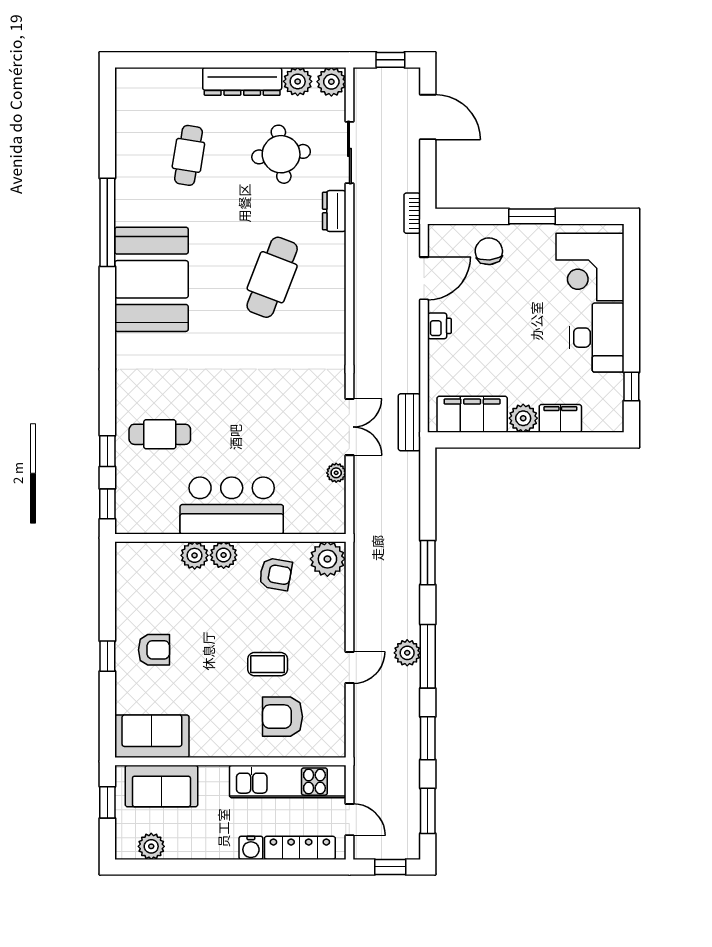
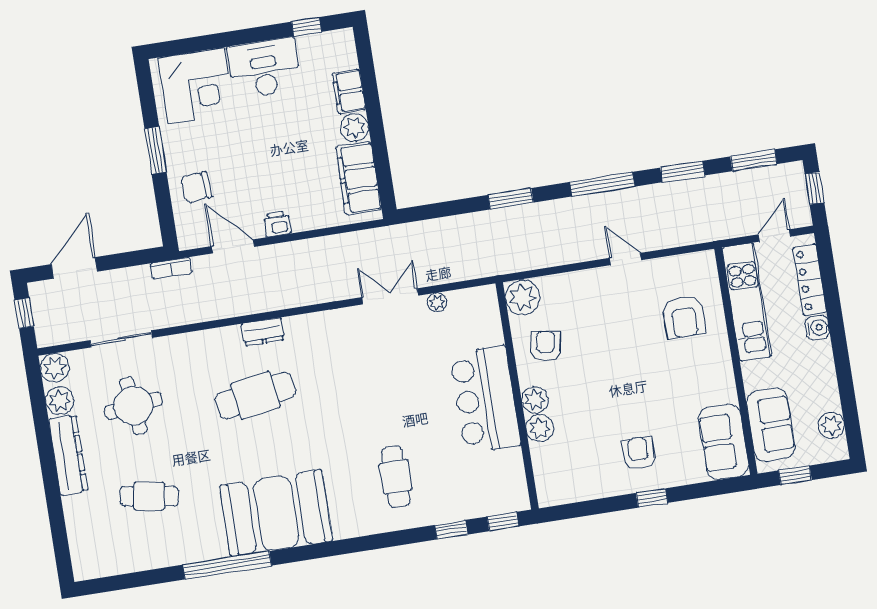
dresser: (334, 211) -> (263, 332), moved
cafe table: (272, 277) -> (255, 395), turned -30
bench: (409, 422) -> (376, 238), removed
cafe table: (160, 434) -> (396, 477), moved
plant: (407, 653) -> (602, 205), removed
coffee table: (268, 664) -> (635, 340), removed

